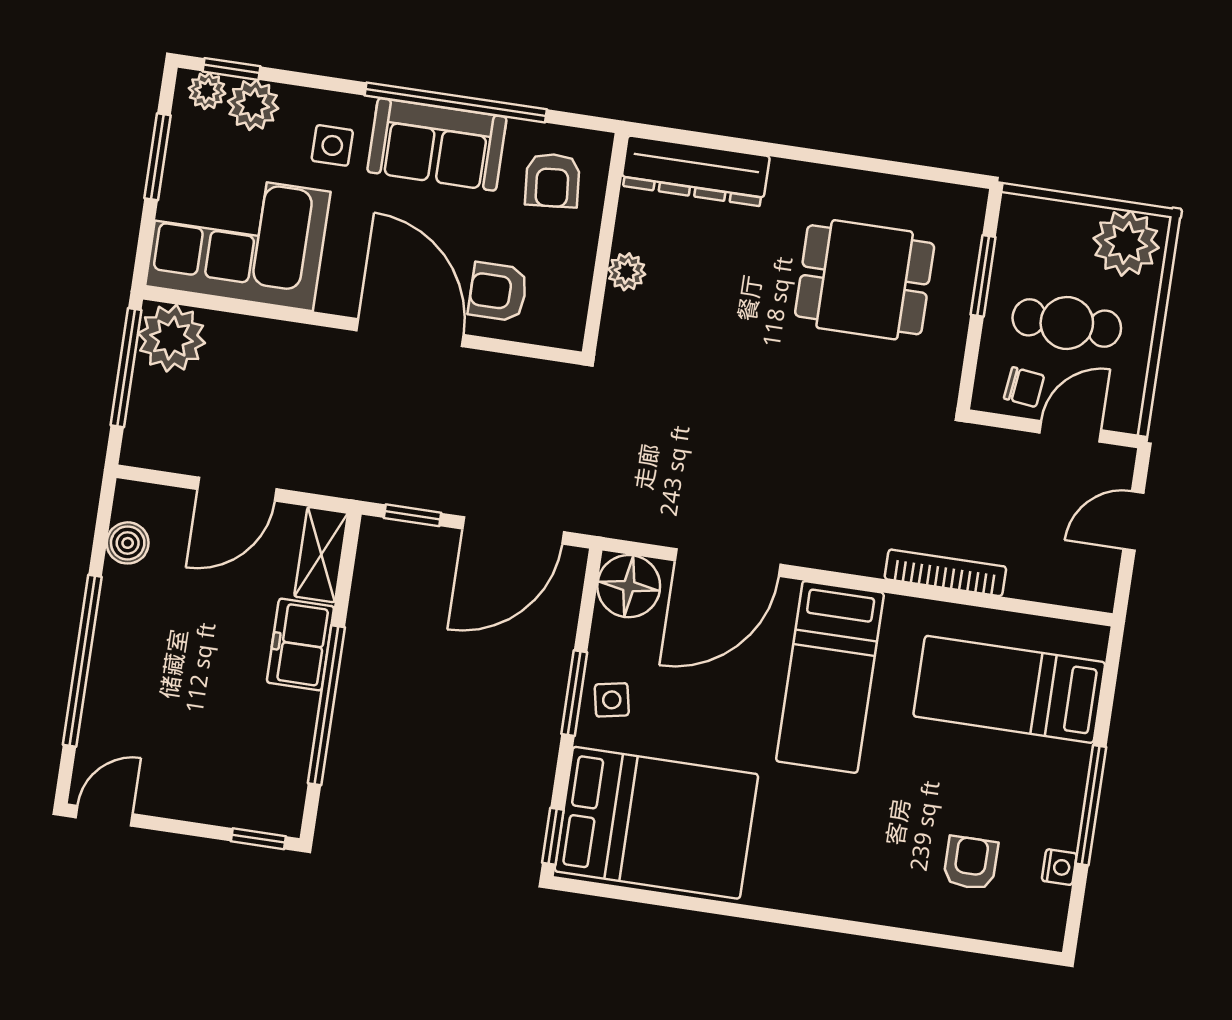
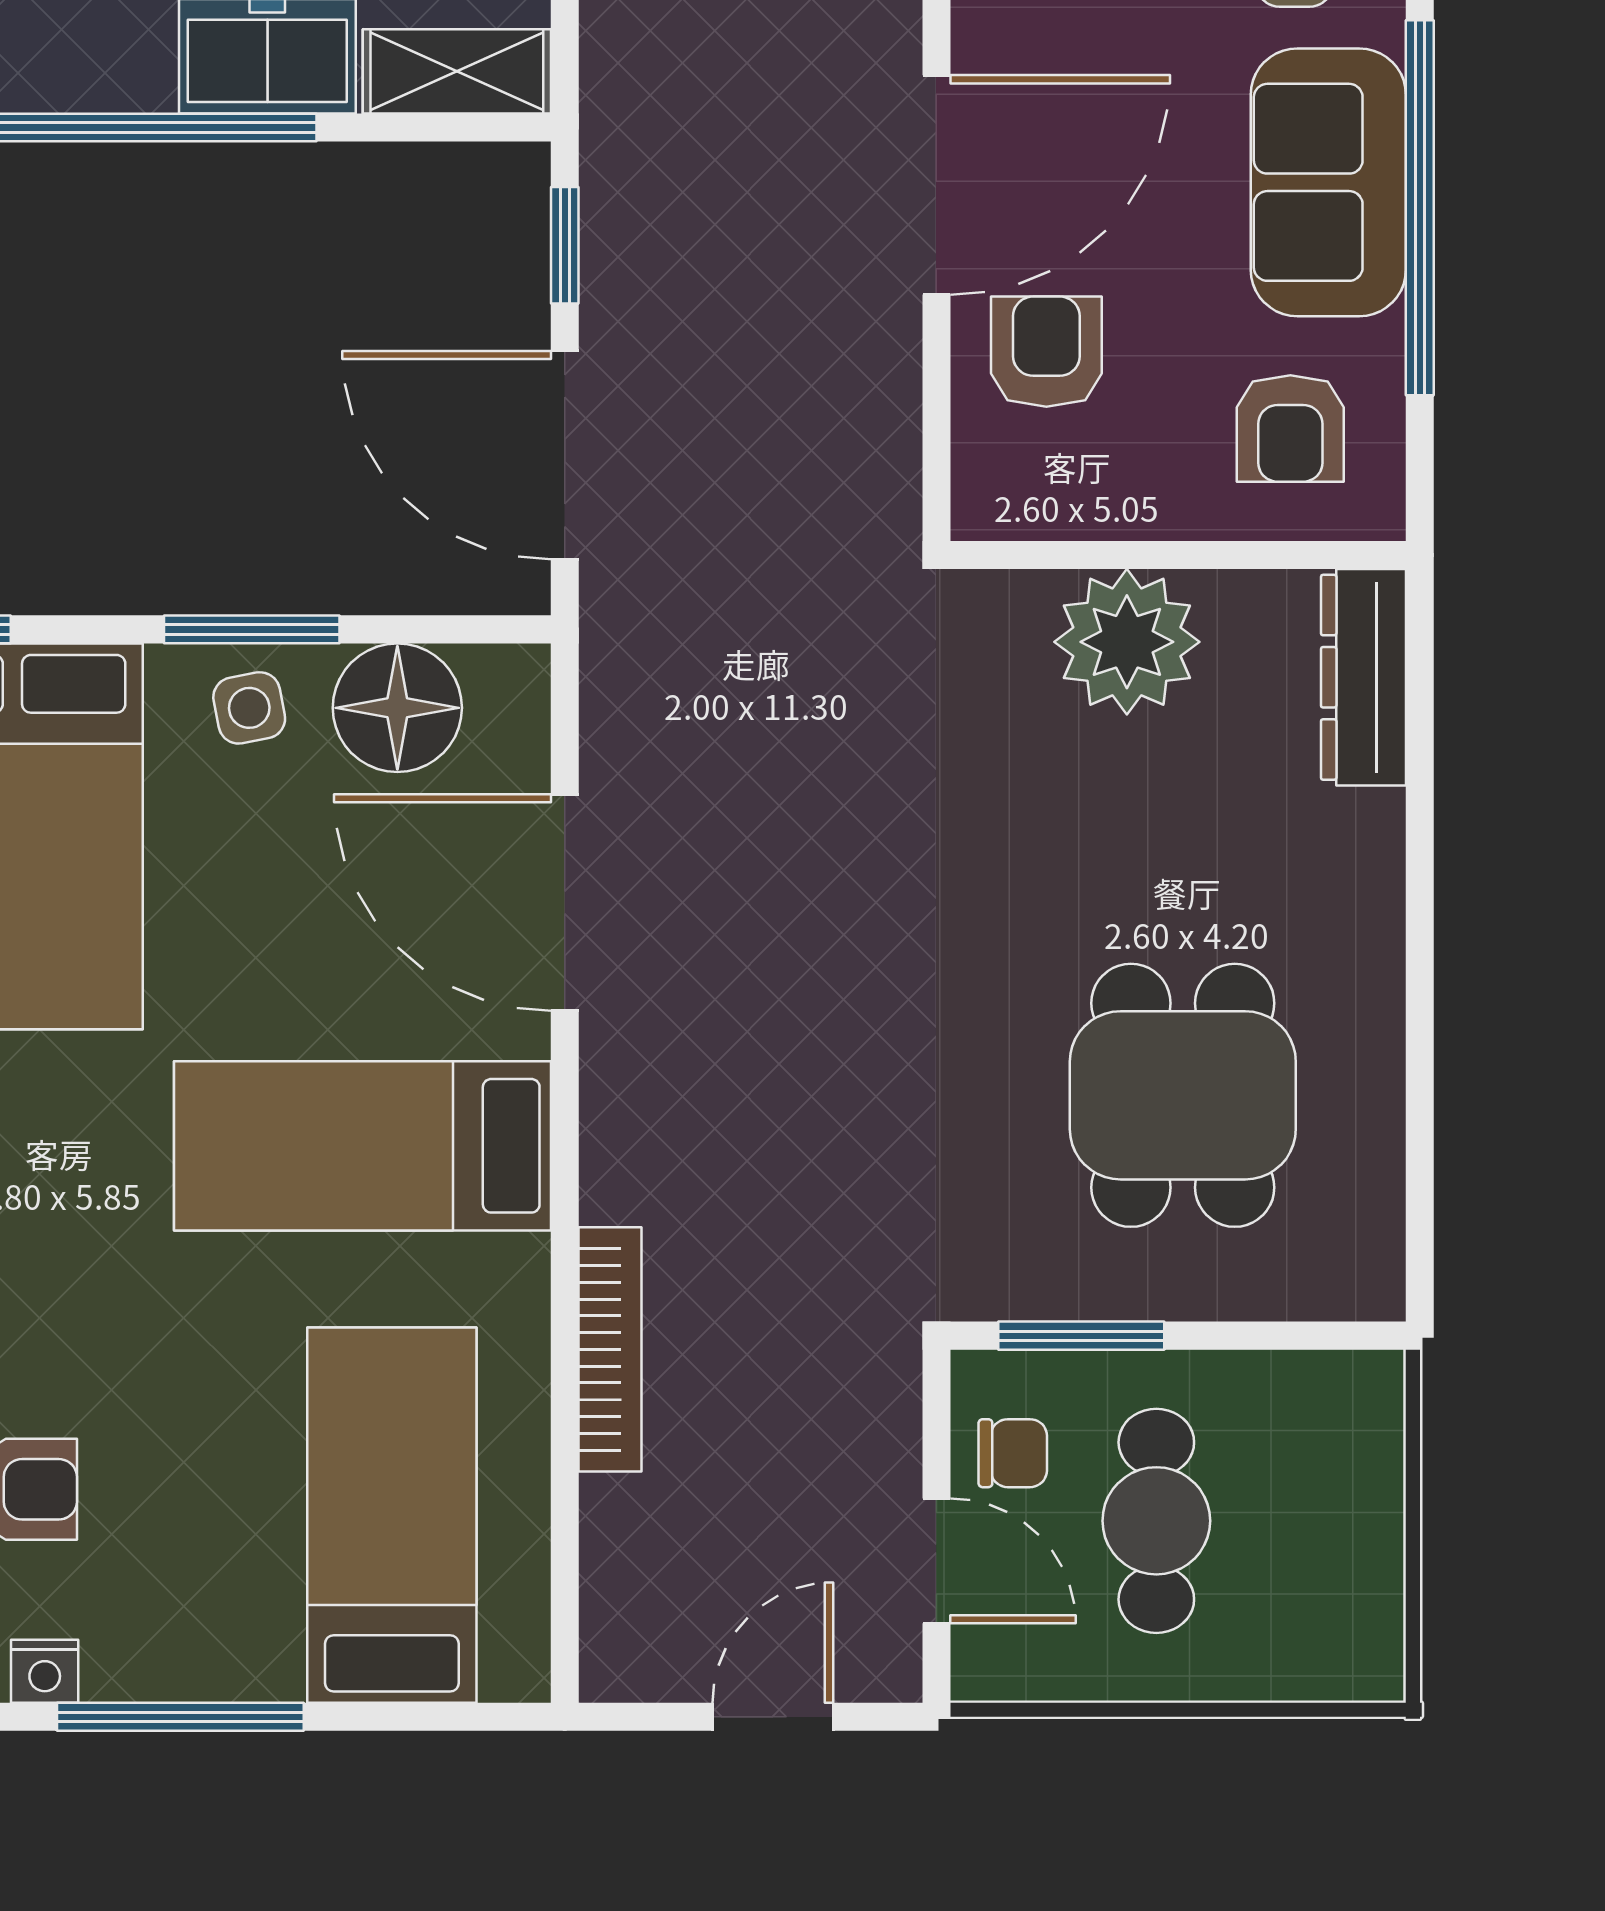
dresser: (695, 171) -> (1363, 677), width x0.73, depth x0.80
armchair: (552, 180) -> (1290, 428), turned -85
plant: (1126, 243) -> (1337, 1618), removed
plant: (627, 272) -> (1127, 642), width x1.88, depth x1.88
window: (983, 276) -> (1081, 1336), moved
chair: (1024, 387) -> (1013, 1453), turned -97
door: (1133, 521) -> (773, 1717), hinge flipped
floor lamp: (629, 586) -> (397, 708), moved

